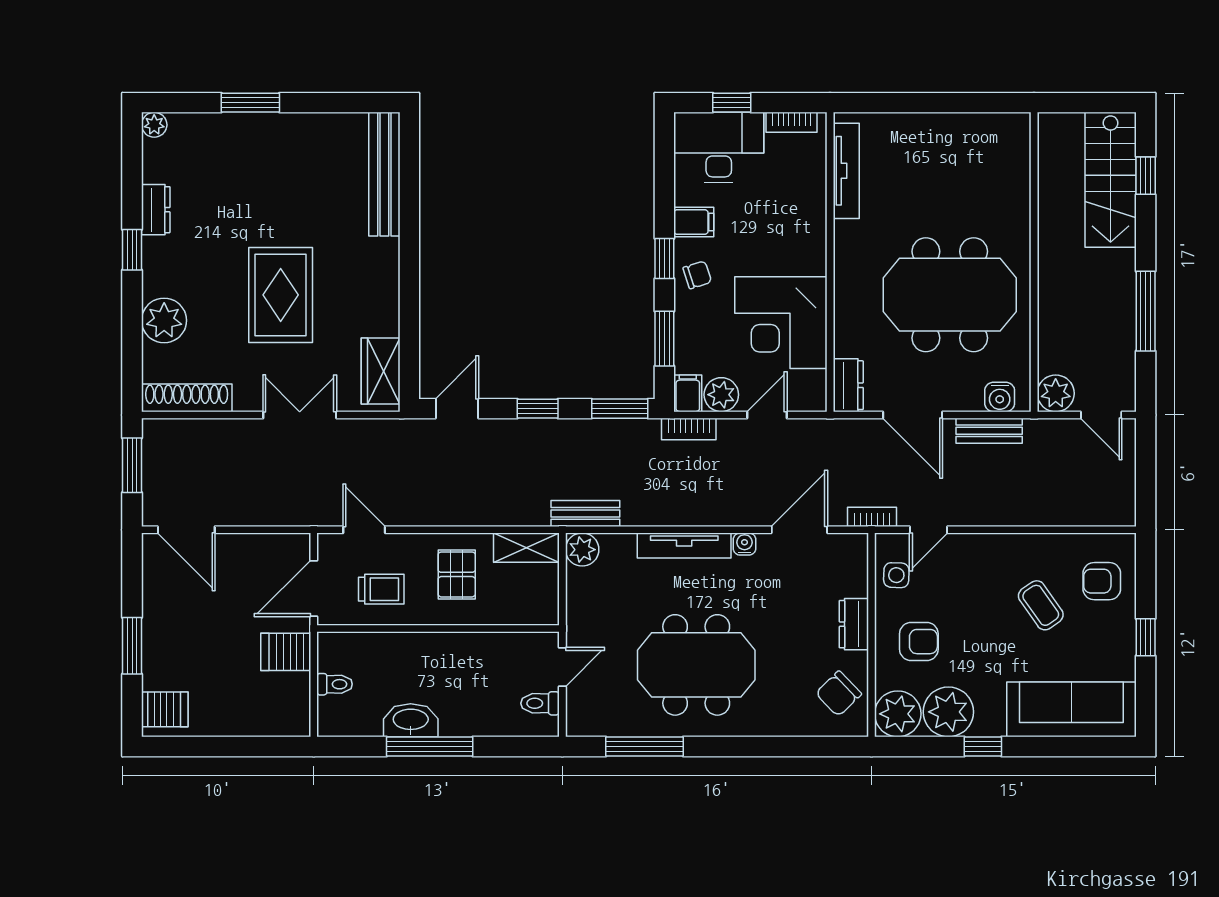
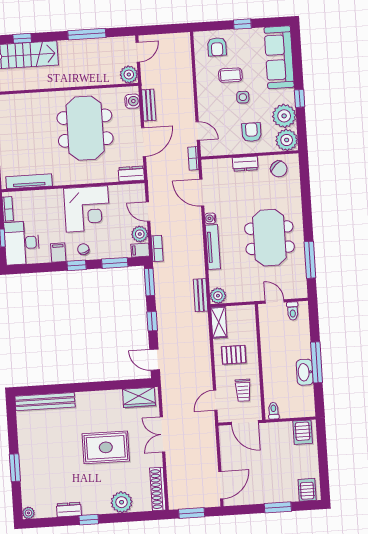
corner desk: (781, 323) -> (87, 209), moved
side table: (896, 575) -> (243, 97), moved
trolley: (381, 589) -> (243, 390), turned 180
coffee table: (1041, 605) -> (230, 75), turned 35
server rack: (286, 652) -> (303, 432), moved
toilet: (335, 684) -> (274, 411), moved

